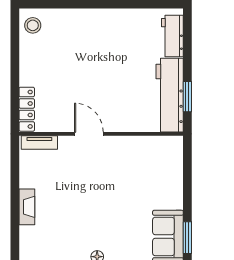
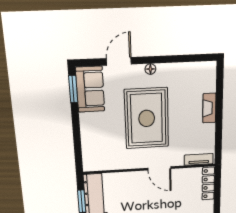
rug: (103, 198) -> (147, 118), added

